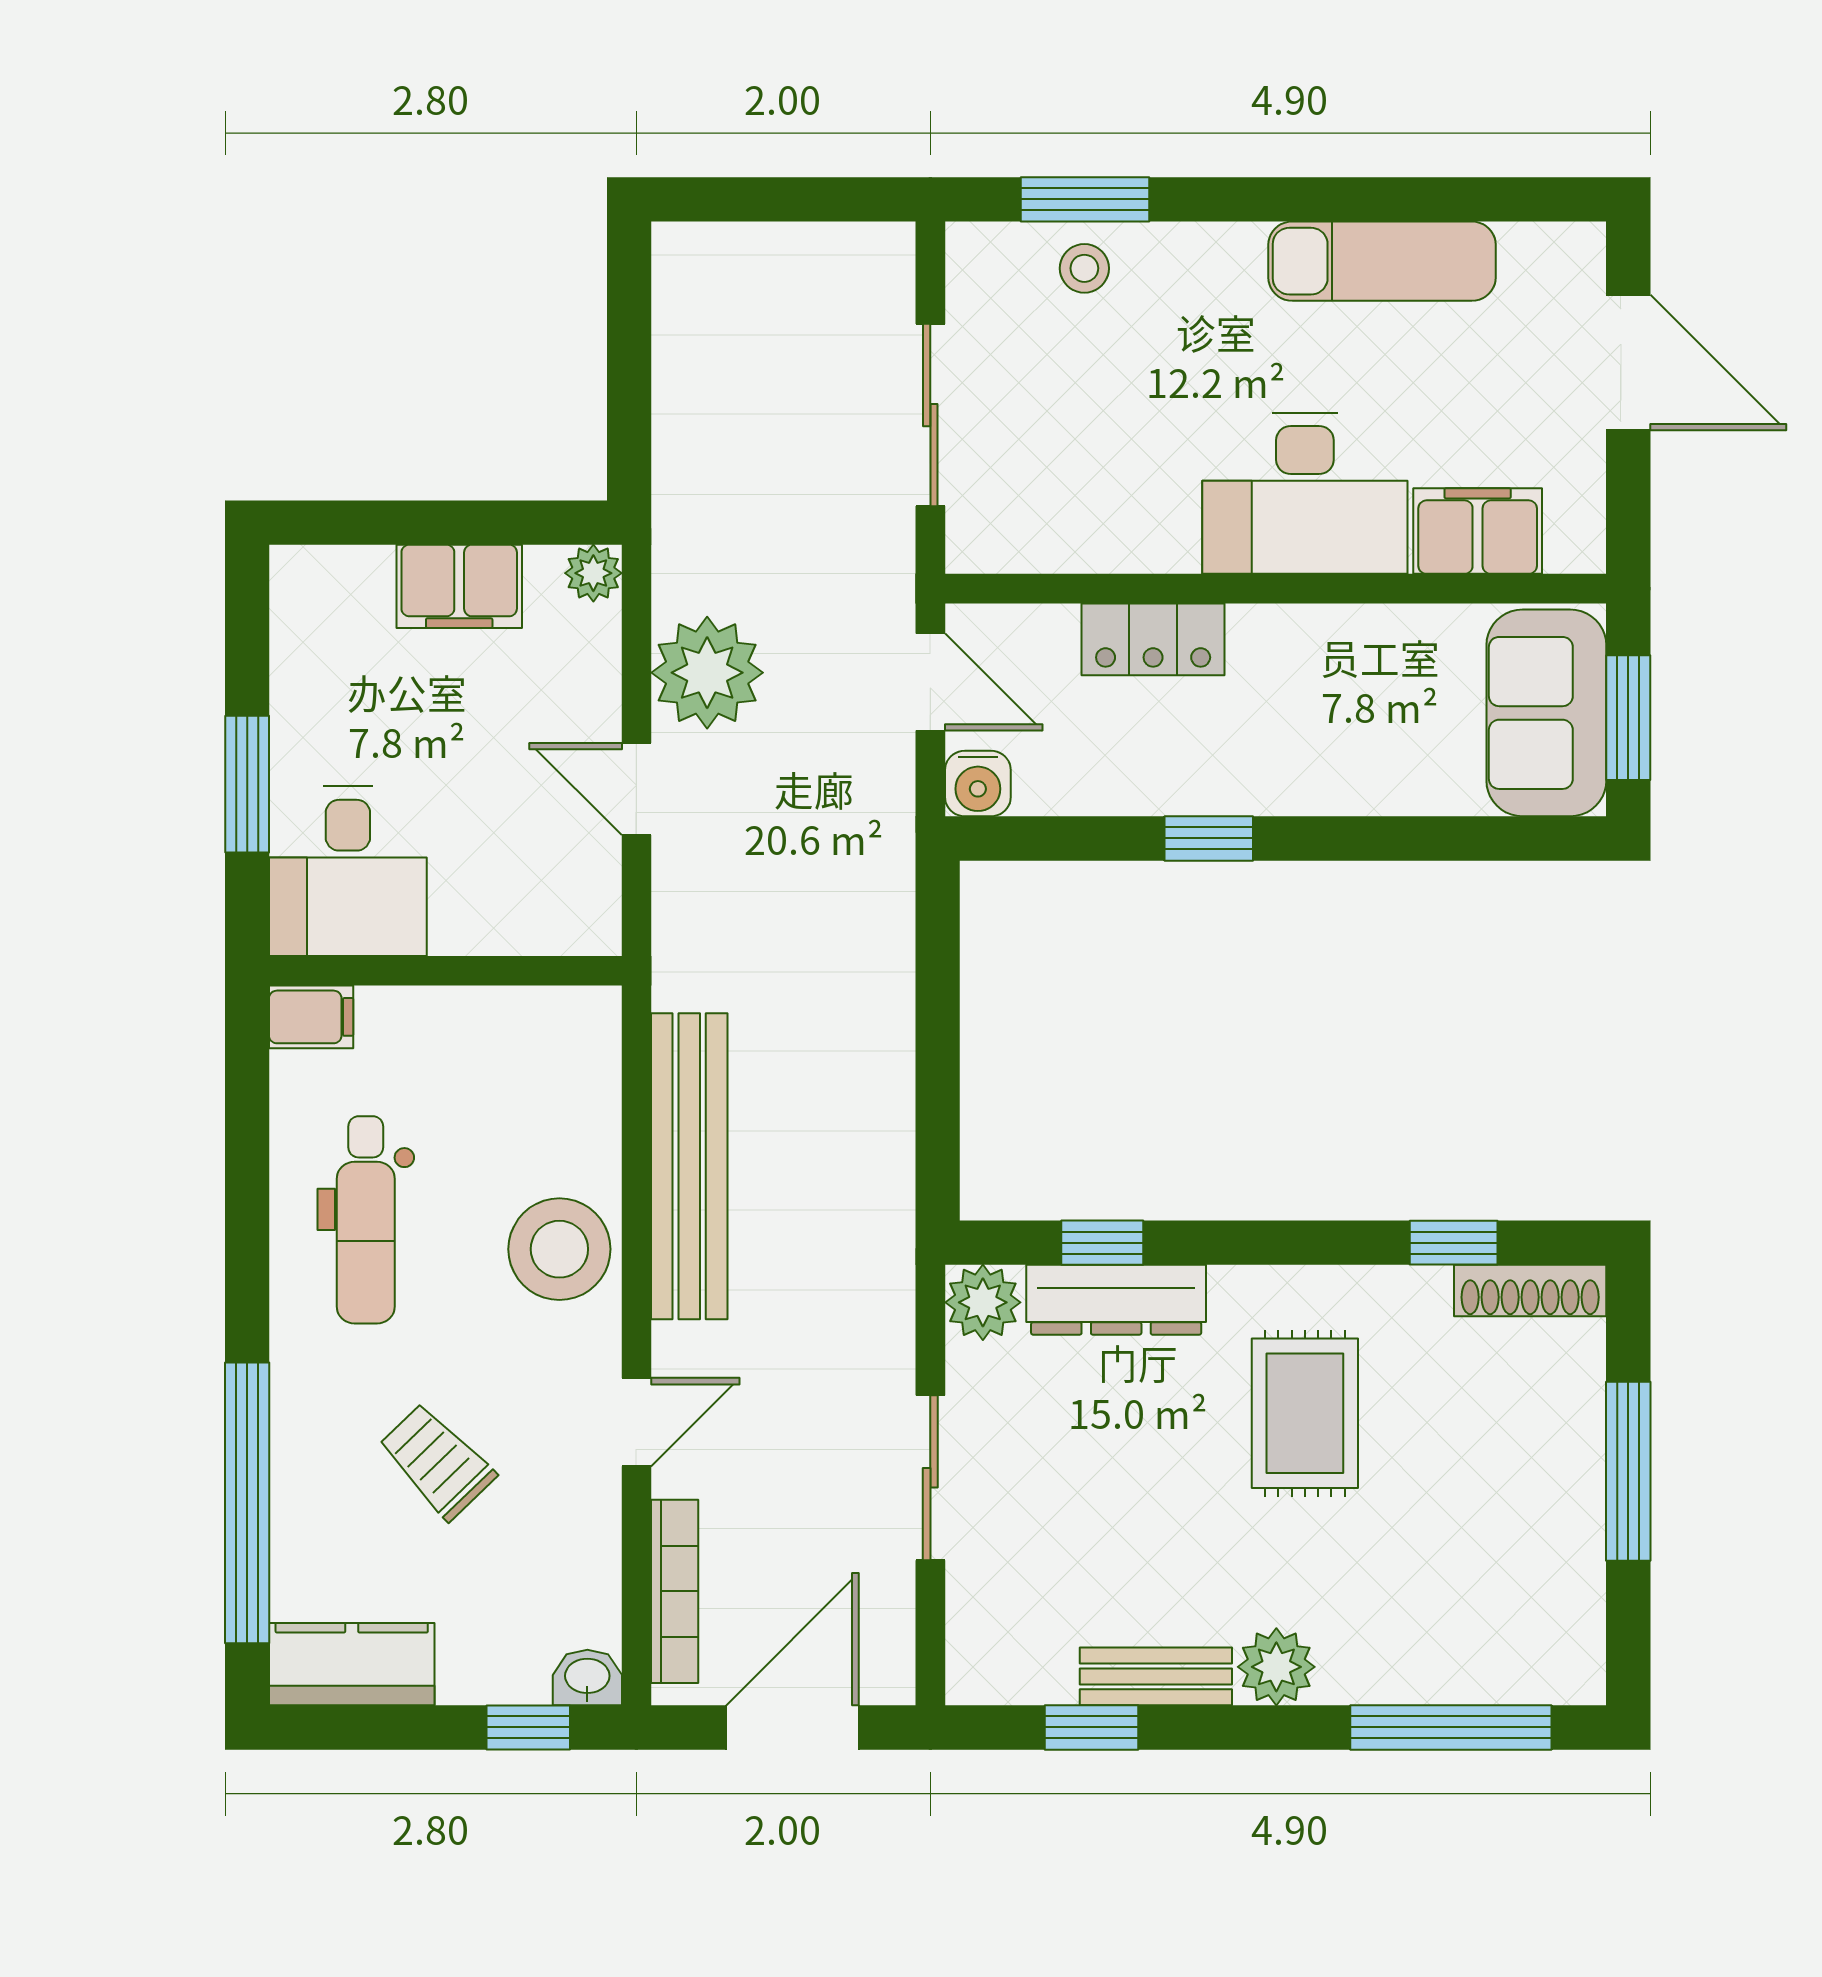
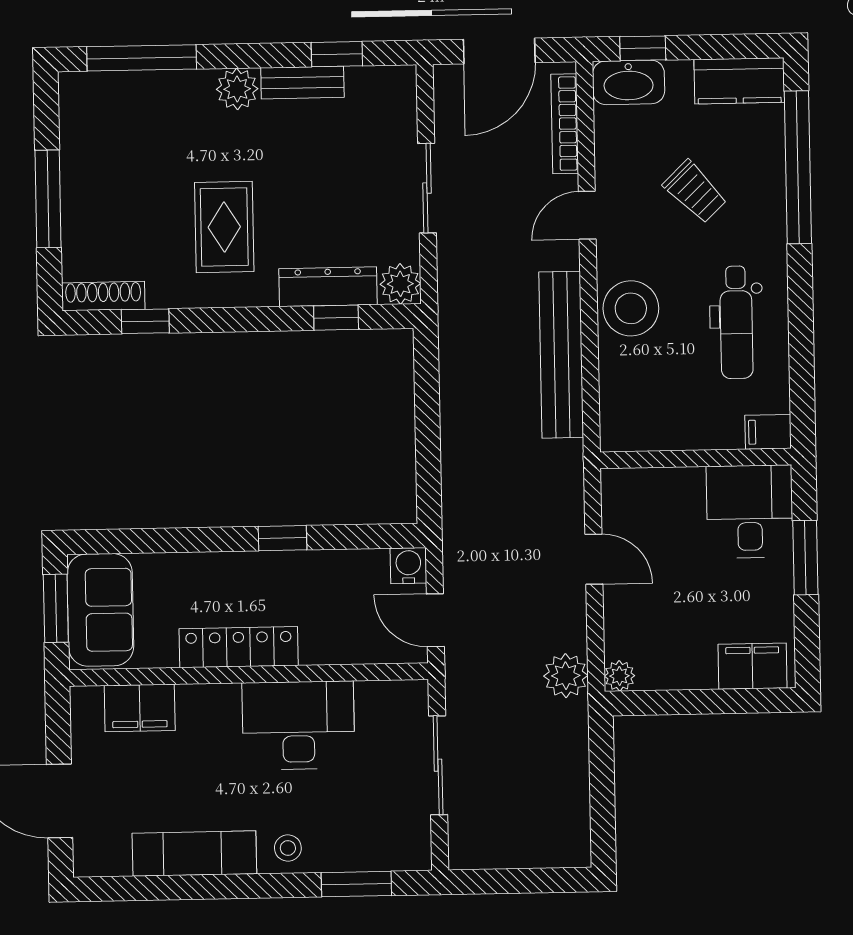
stool: (1084, 268) -> (288, 848), moved
desk: (1305, 493) -> (298, 725), moved
filing cabinet: (459, 586) -> (752, 666), moved
locker: (1153, 639) -> (239, 647), moved, width x1.53
plant: (707, 673) -> (566, 676), moved, width x0.73, depth x0.73
dental chair: (366, 1220) -> (736, 322), turned 180
washbasin: (587, 1678) -> (629, 82), width x1.91, depth x1.45

